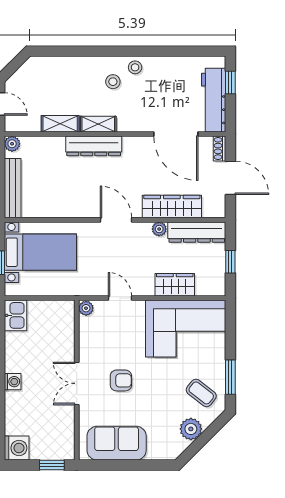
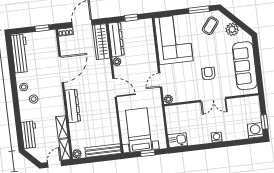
workbench: (54, 67) -> (29, 135), added
window: (230, 83) -> (42, 28), moved
workbench: (214, 100) -> (20, 54), moved, turned -90
shelving: (98, 124) -> (65, 149), moved
door: (176, 134) -> (61, 70), moved
wardrobe: (172, 207) -> (101, 42), moved
door: (116, 220) -> (115, 88), swing flipped
wardrobe: (175, 285) -> (149, 49), removed
sofa: (117, 443) -> (245, 66), width x1.36
window: (52, 465) -> (264, 122), moved

